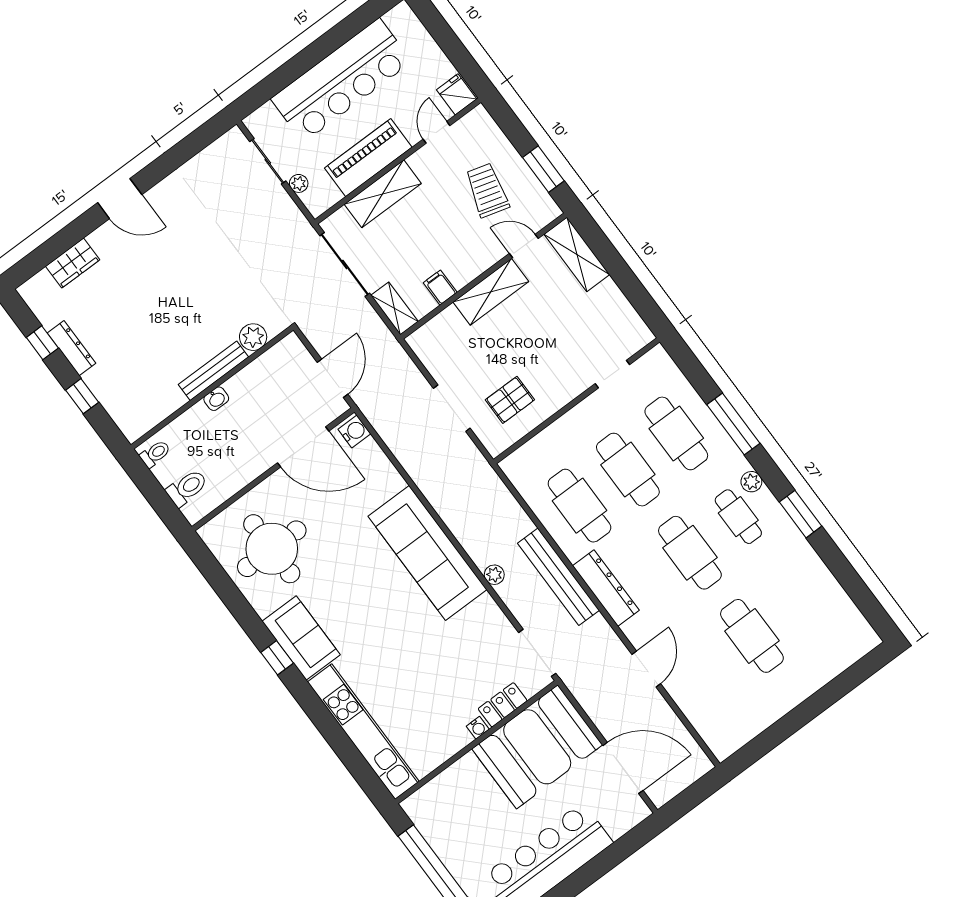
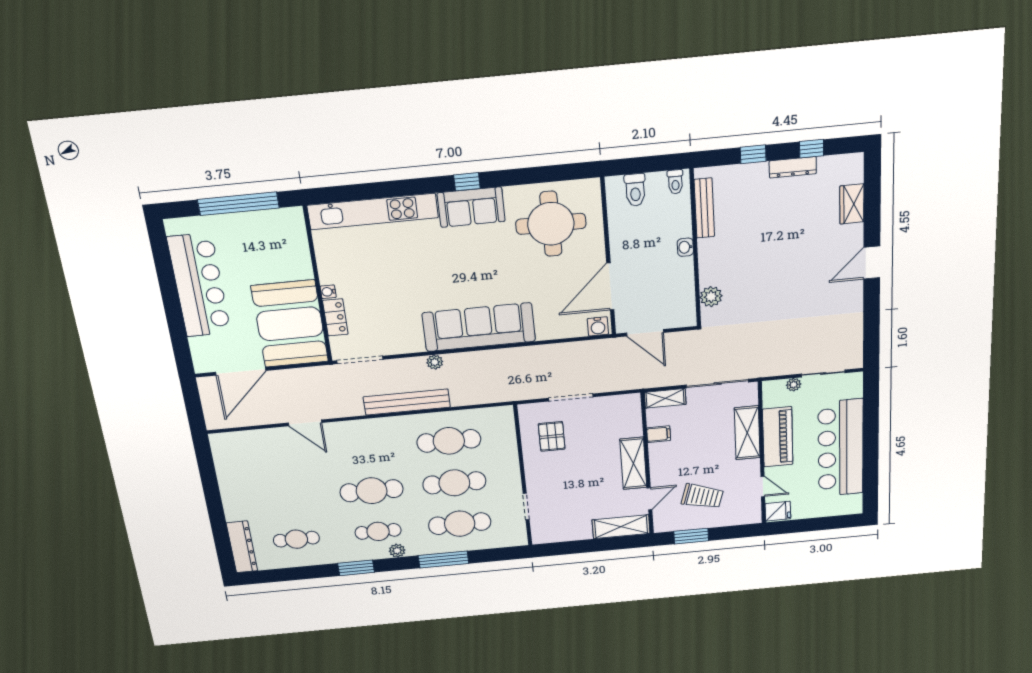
bench: (213, 371) -> (704, 208), moved
dresser: (606, 588) -> (242, 547), moved, turned -90
cafe table: (752, 636) -> (296, 539), moved, width x0.73, depth x0.74

